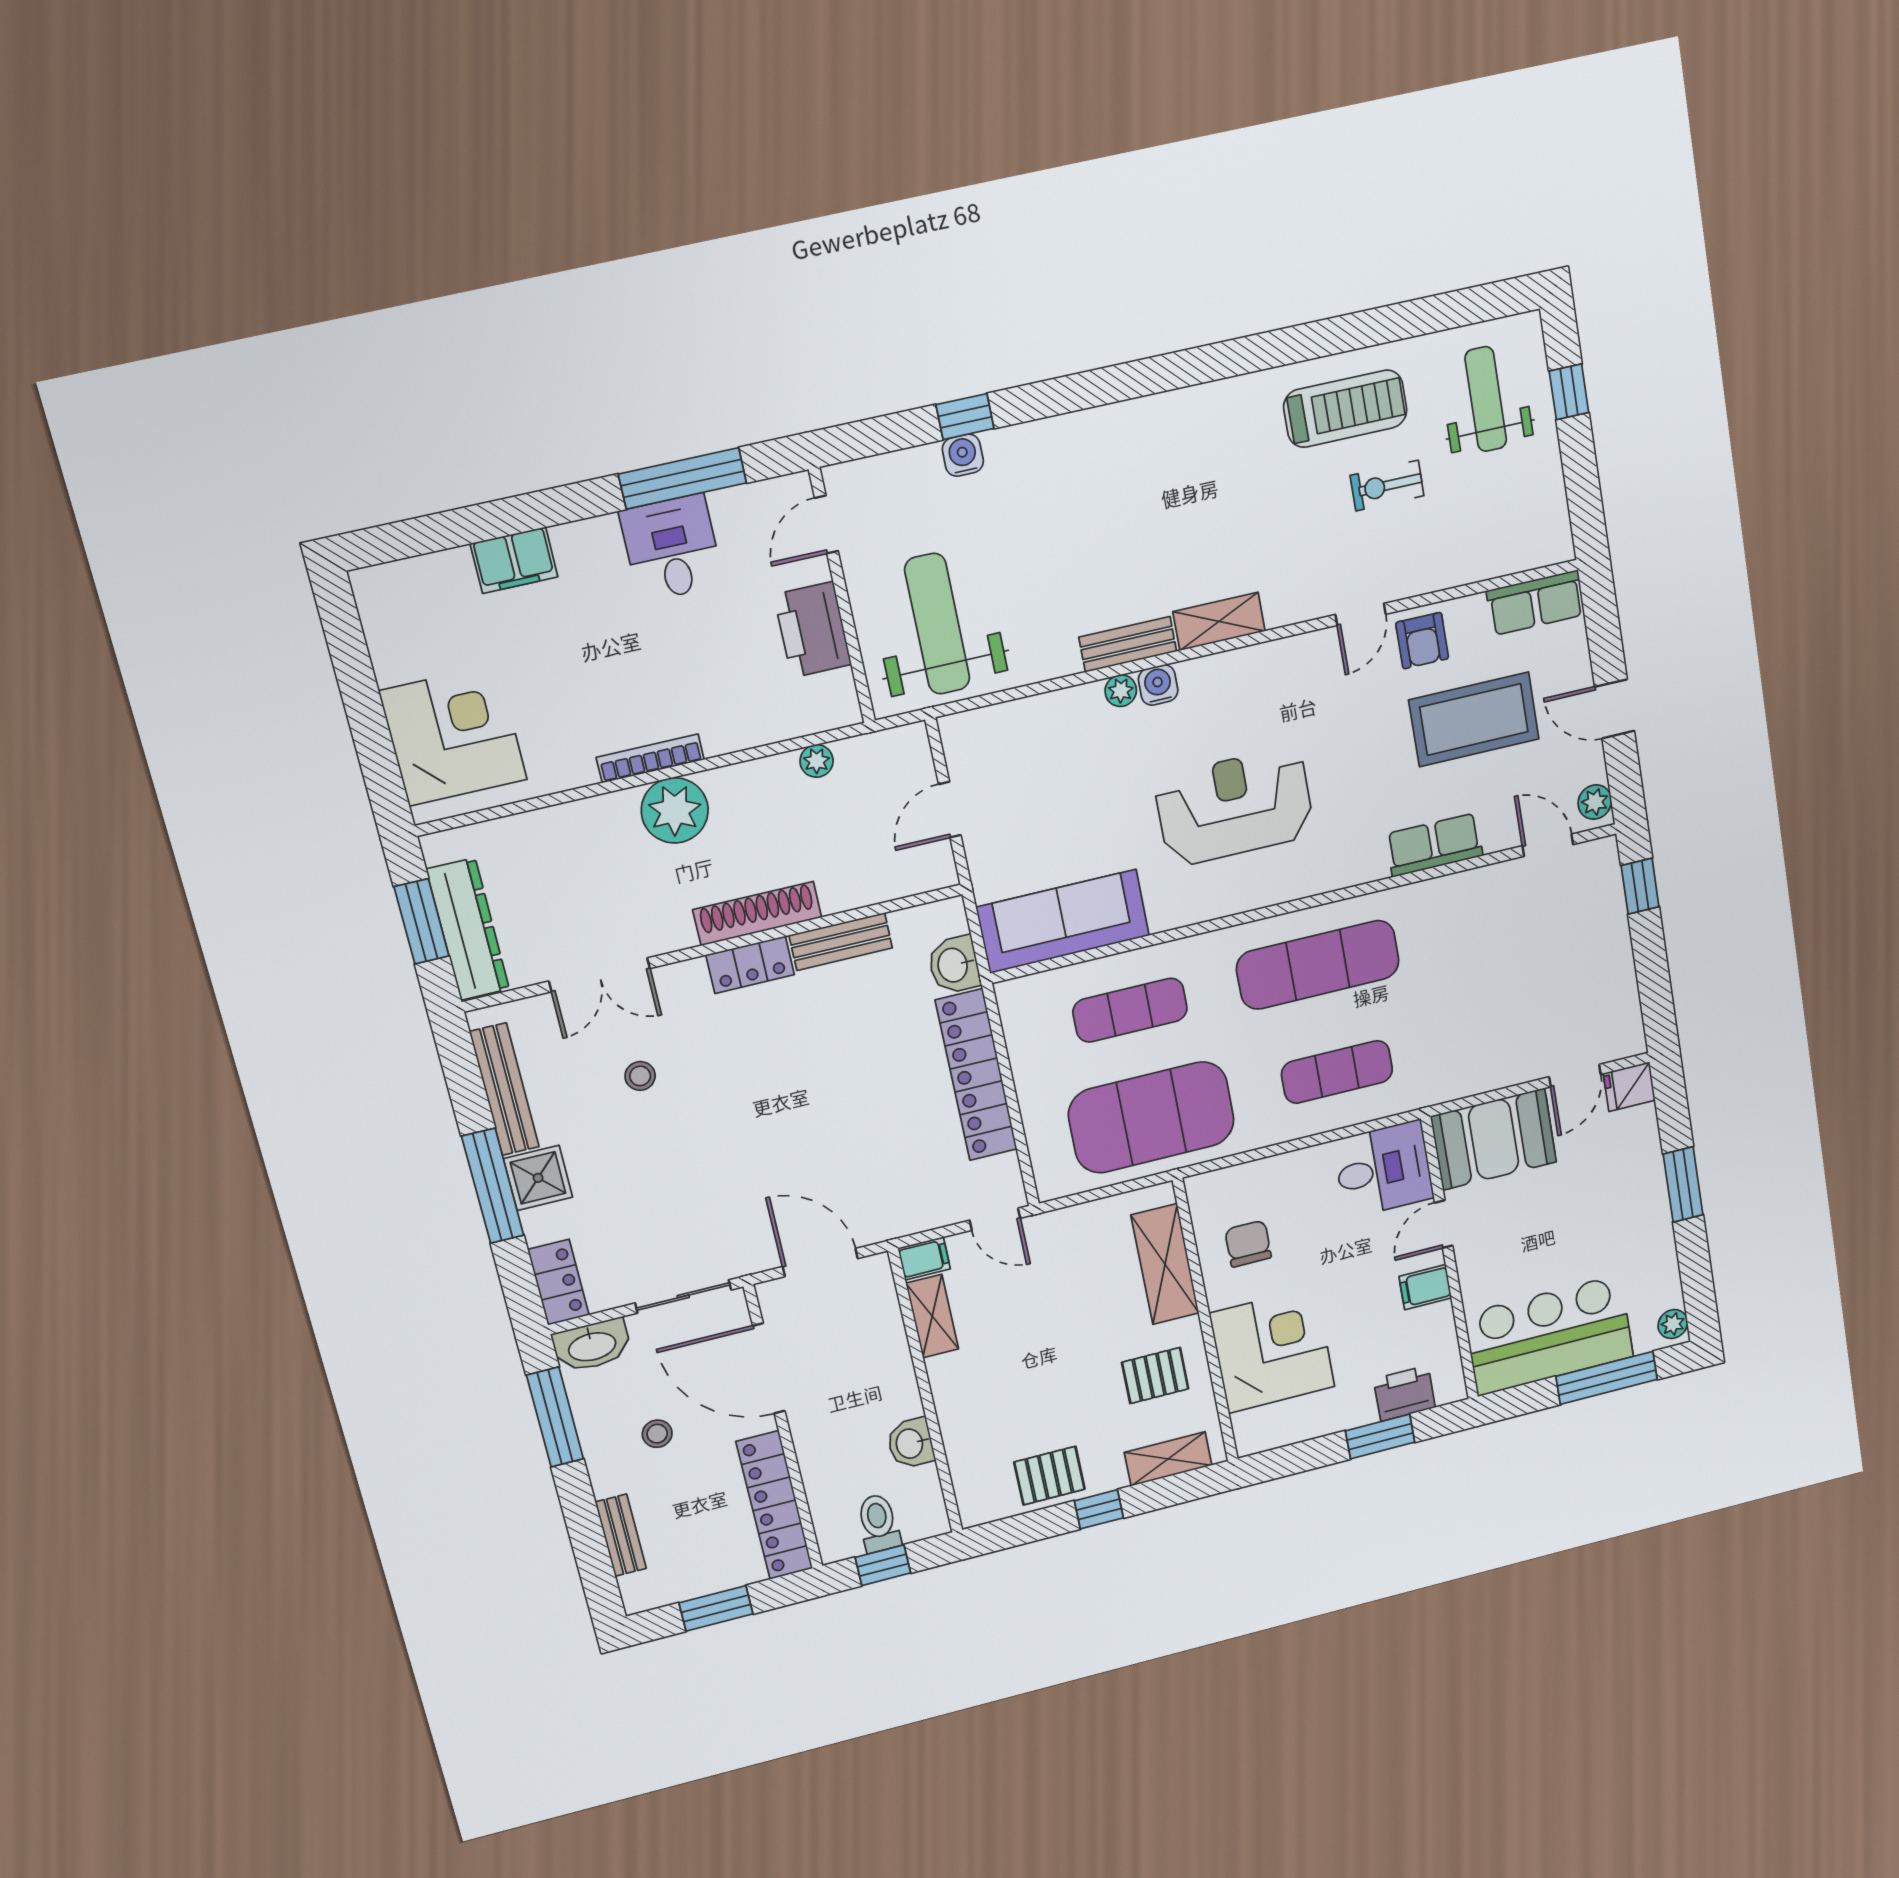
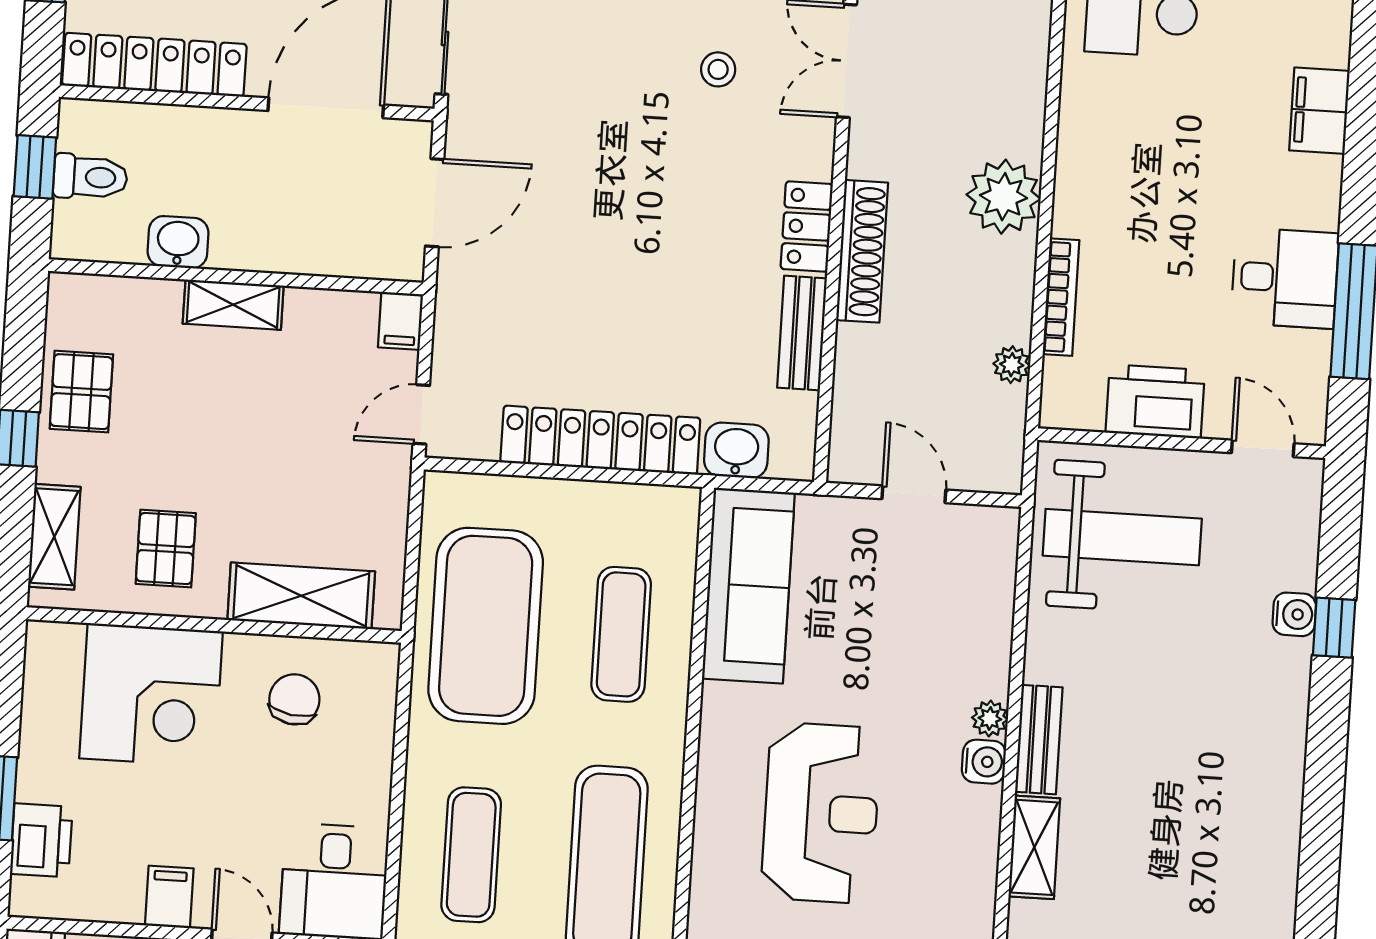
bookcase: (650, 758) -> (1061, 297), moved
chair: (1248, 1244) -> (294, 699), turned -81
shelving: (932, 1316) -> (233, 305), moved

